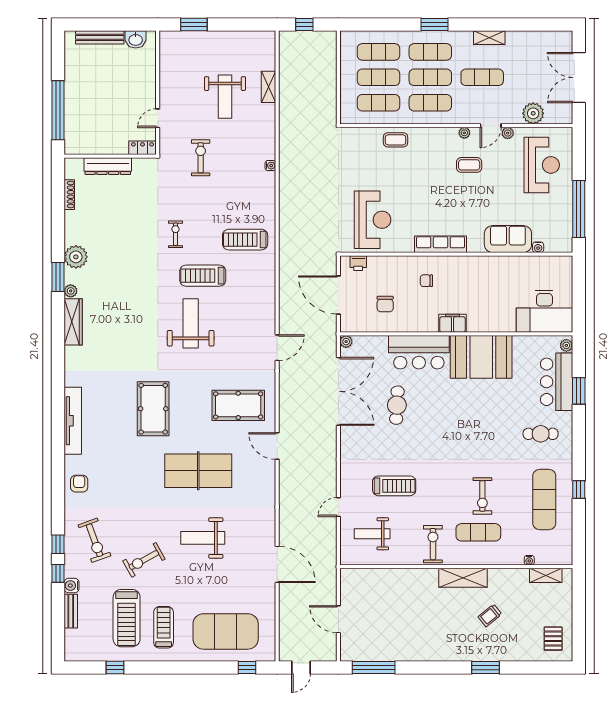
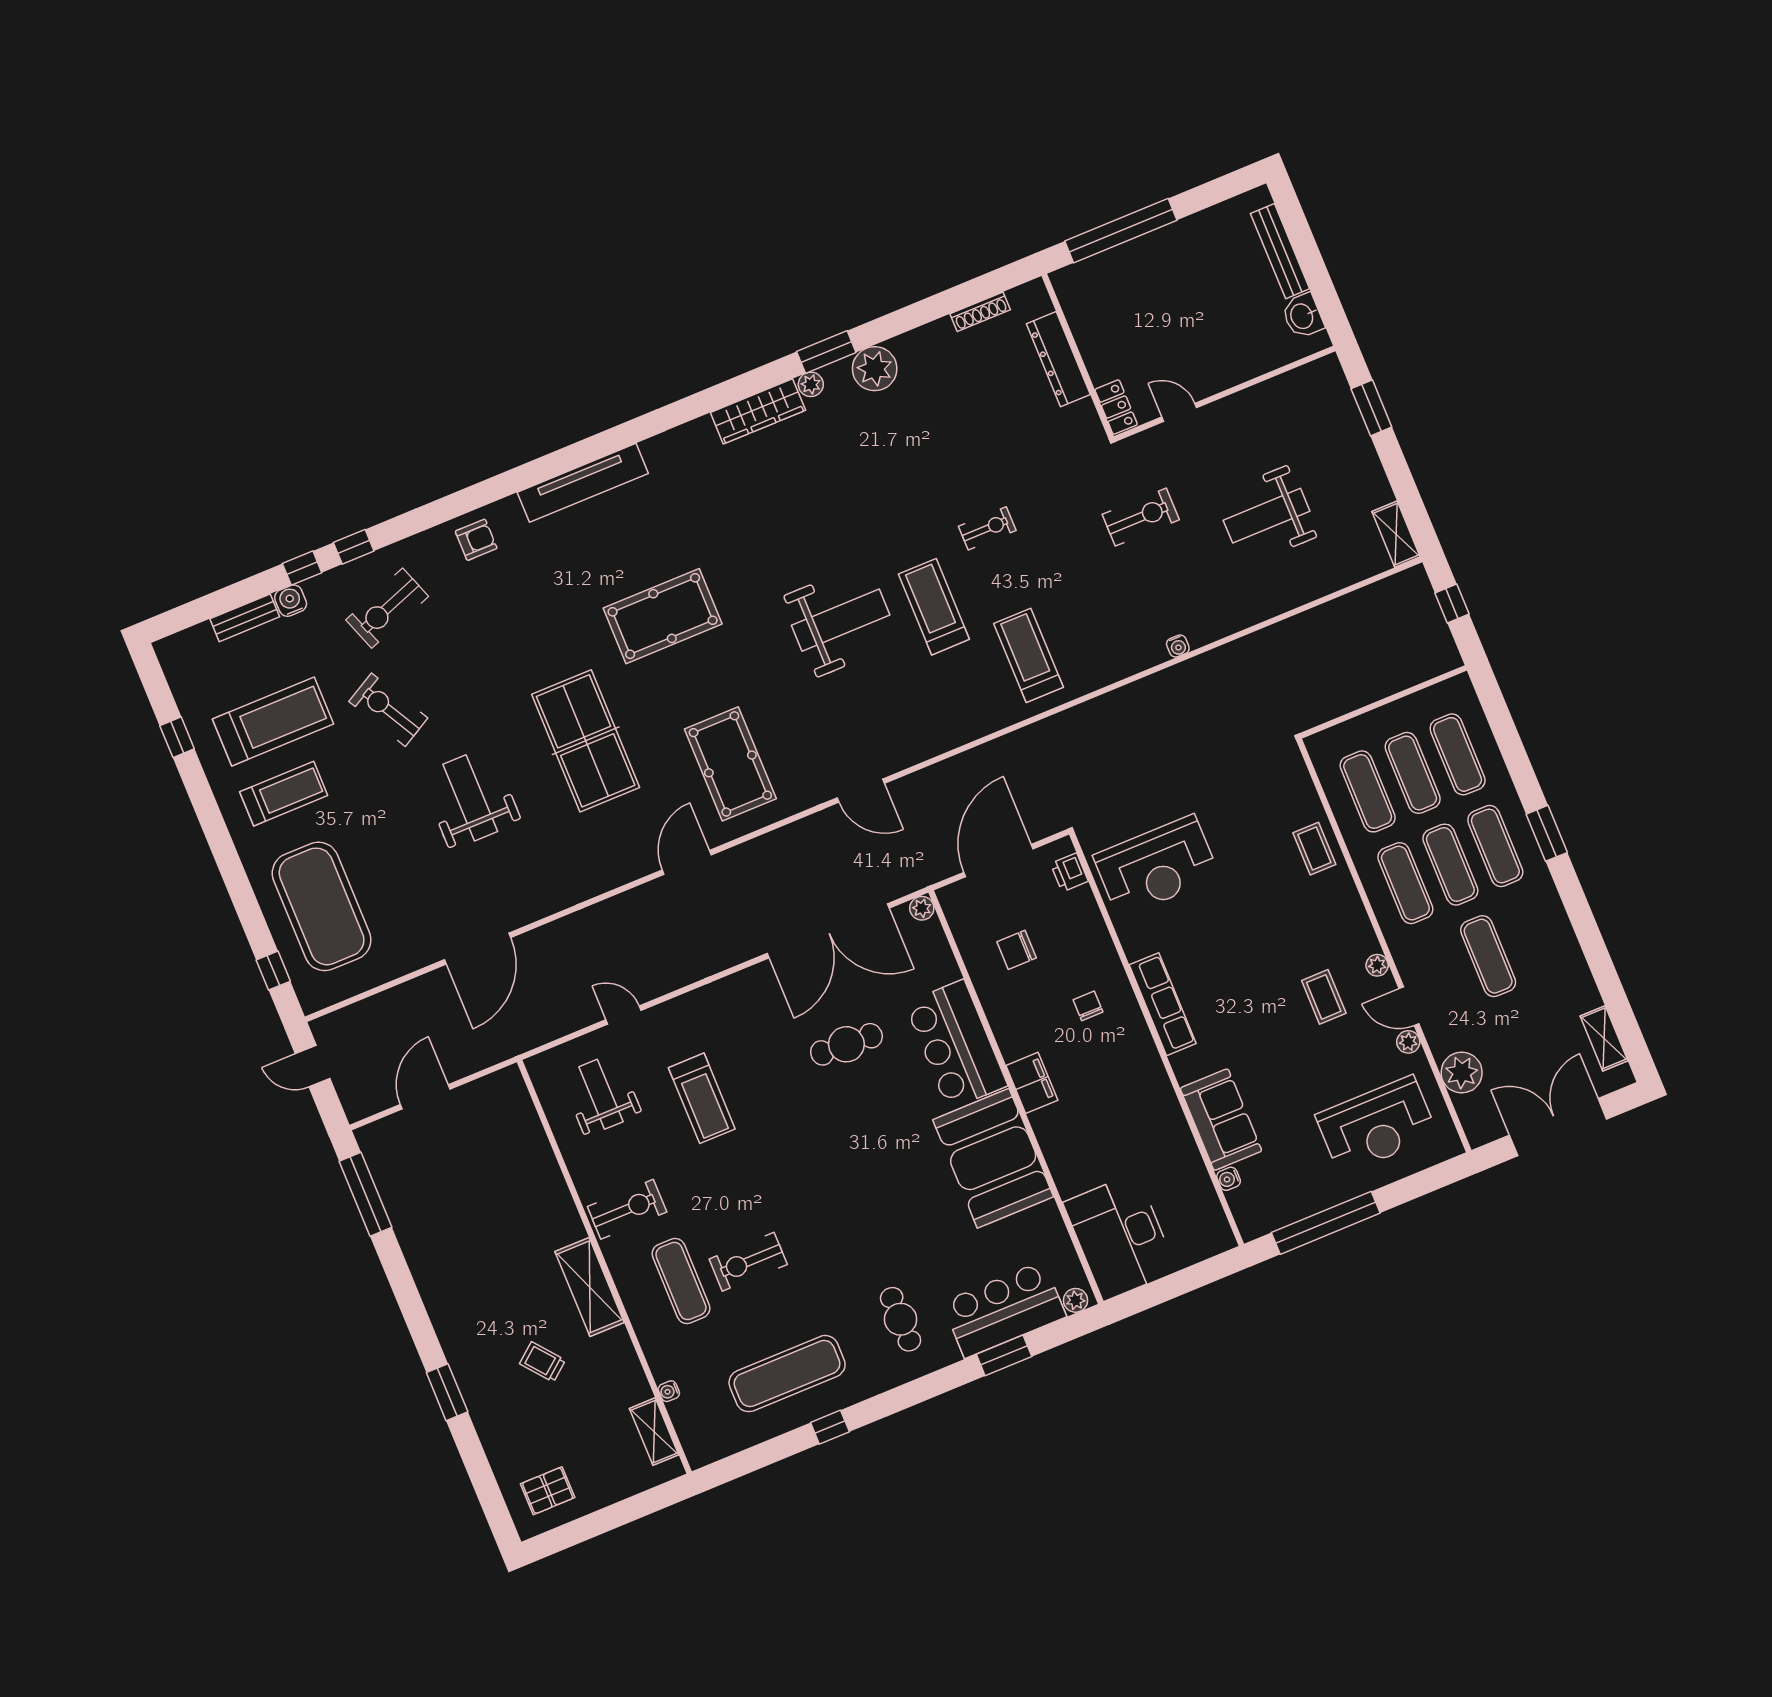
shelving: (489, 38) -> (1604, 1038), moved
shelving: (268, 87) -> (1396, 534), moved, turned 90
treadmill: (127, 618) -> (273, 722), turned 180

